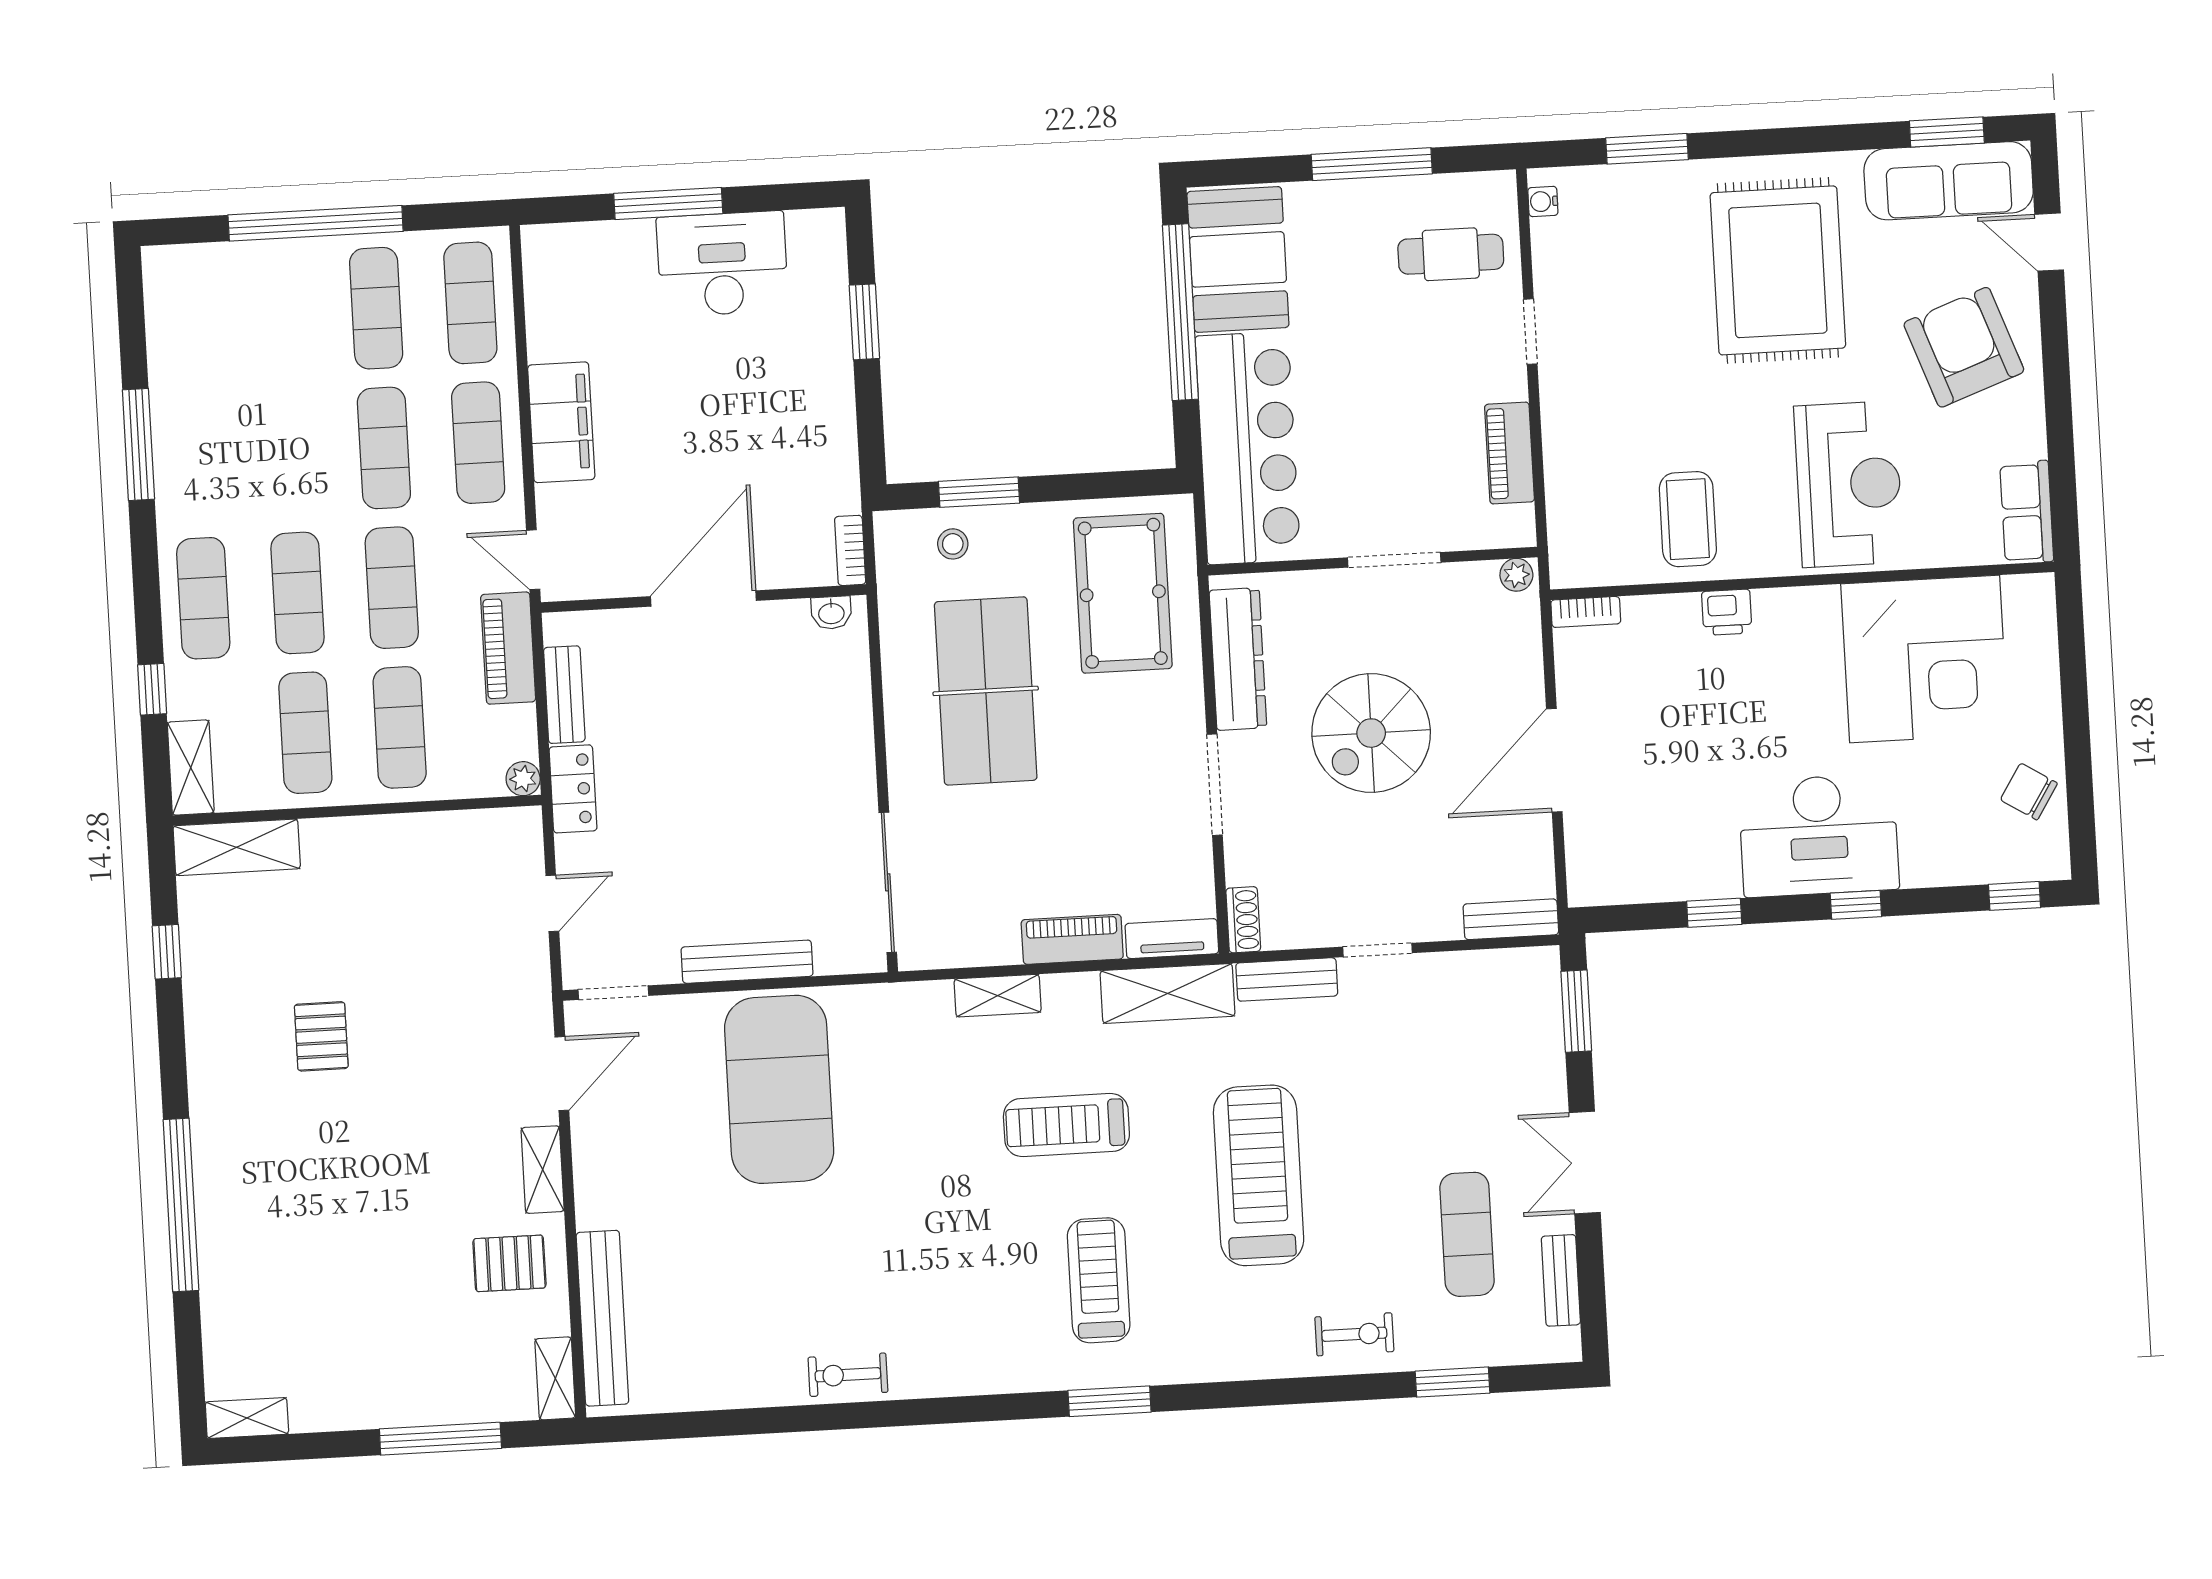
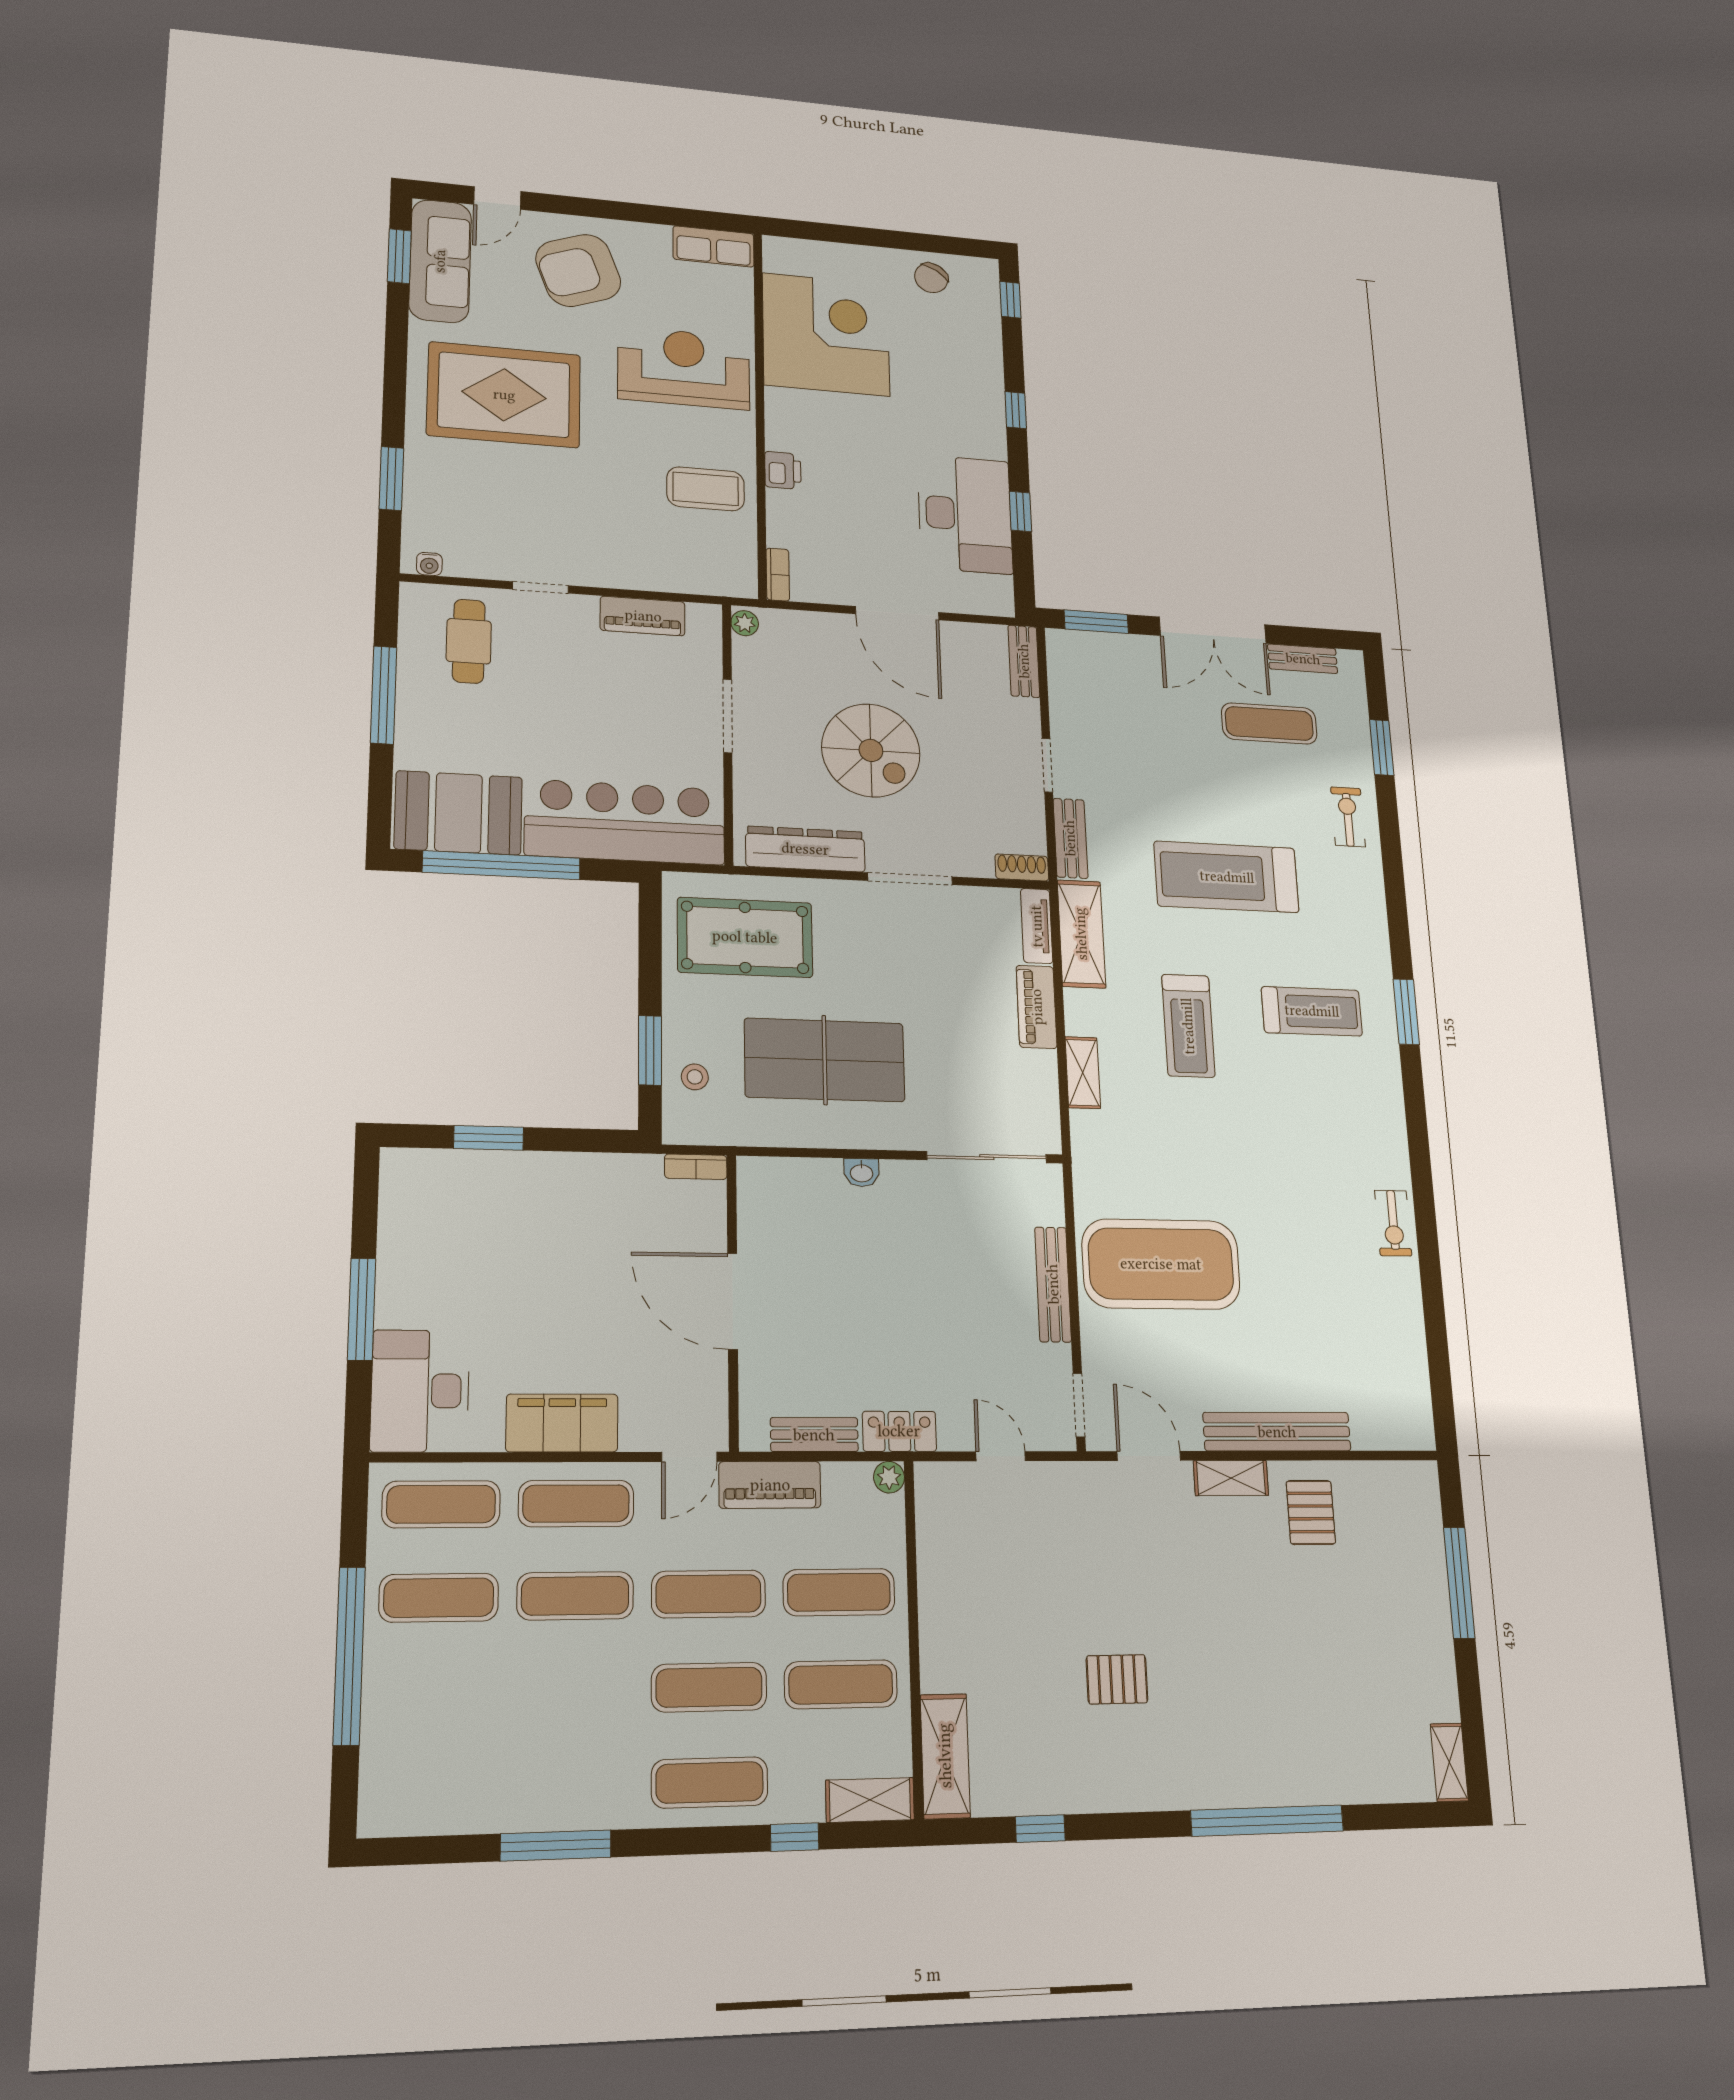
desk: (722, 264) -> (420, 1391), moved
washbasin: (831, 613) -> (862, 1173), moved, turned 90
desk: (1819, 835) -> (965, 514), moved
double door: (1585, 1162) -> (1213, 630), width x1.37
treadmill: (1099, 1280) -> (1312, 1011), turned 180
bench: (602, 1318) -> (1277, 1432), moved
shelving: (555, 1378) -> (1405, 1476), removed

